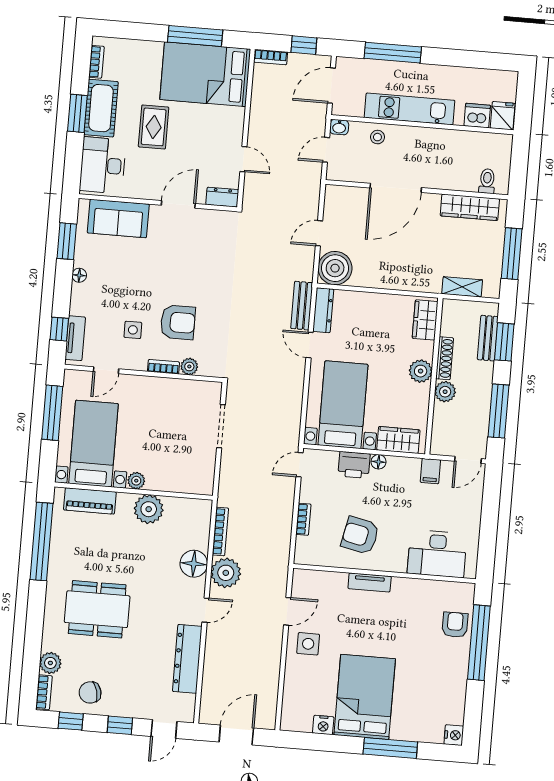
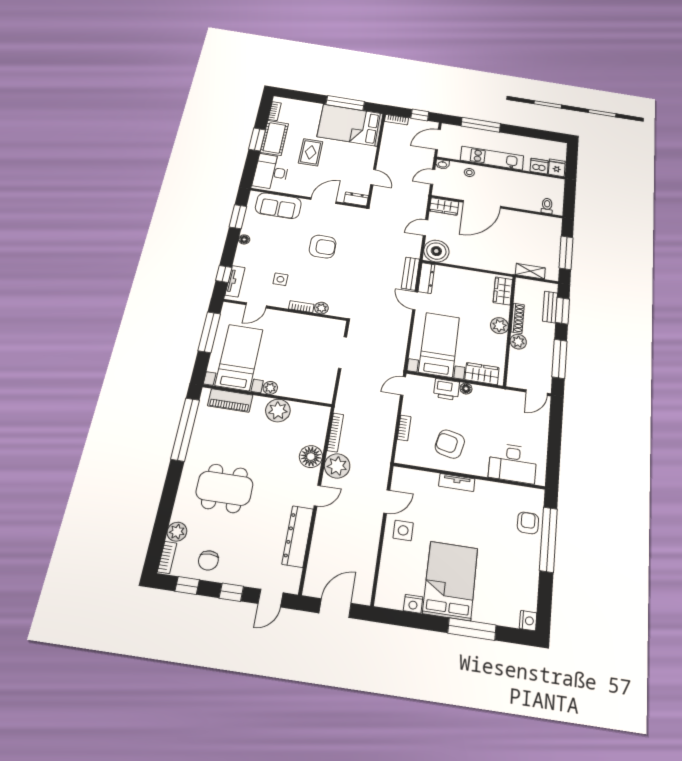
wardrobe: (470, 207) -> (444, 206), moved, width x0.67
armchair: (178, 322) -> (323, 247), moved
filing cabinet: (430, 471) -> (507, 399), removed
chair: (90, 692) -> (208, 560), turned -75

